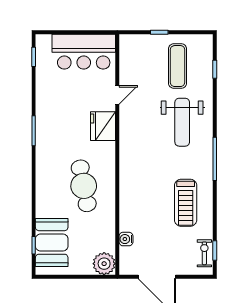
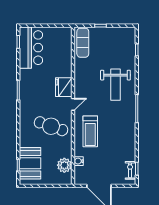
bar counter: (84, 52) -> (31, 48), moved, turned -90
exercise mat: (178, 66) -> (83, 43), moved
door: (117, 95) -> (73, 104), moved
cafe table: (84, 186) -> (51, 126), turned -60
treadmill: (186, 203) -> (90, 131), moved
plant: (104, 264) -> (64, 165), moved

